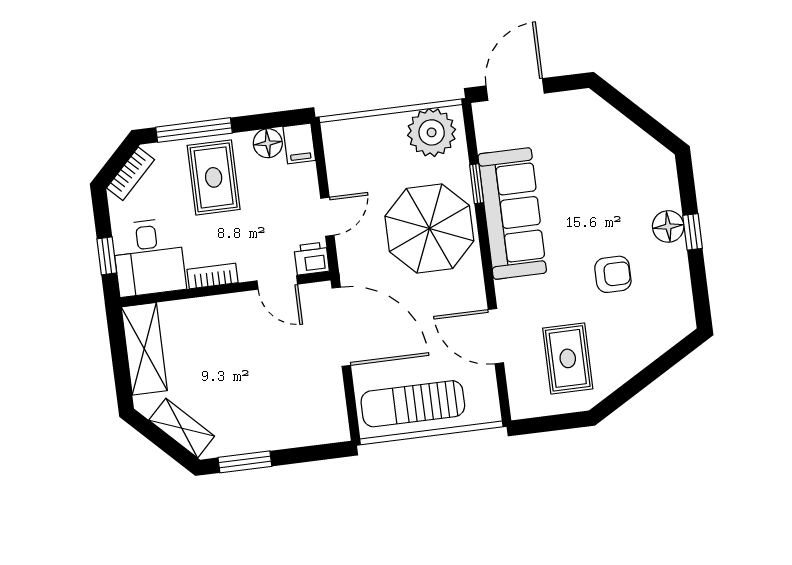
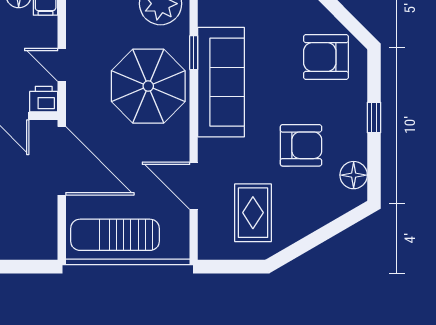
armchair: (629, 170) -> (326, 57), added
door: (327, 217) -> (62, 65), swing flipped
floor lamp: (668, 226) -> (354, 175), moved
armchair: (613, 274) -> (301, 145), width x1.38, depth x1.38

